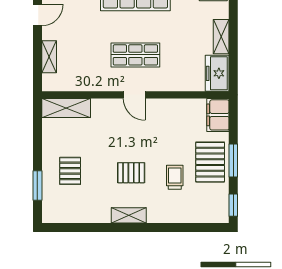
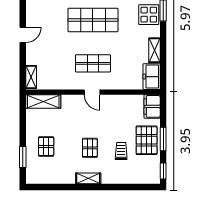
shelving: (49, 57) -> (31, 77), moved
pallet: (131, 173) -> (90, 148), turned 90

